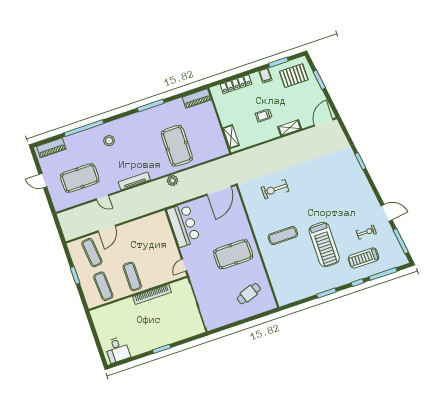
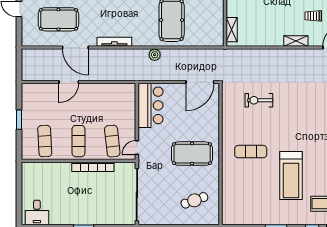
trolley: (264, 115) -> (313, 16), moved
door: (102, 197) -> (75, 48), width x1.87
exercise mat: (92, 253) -> (112, 141), moved

